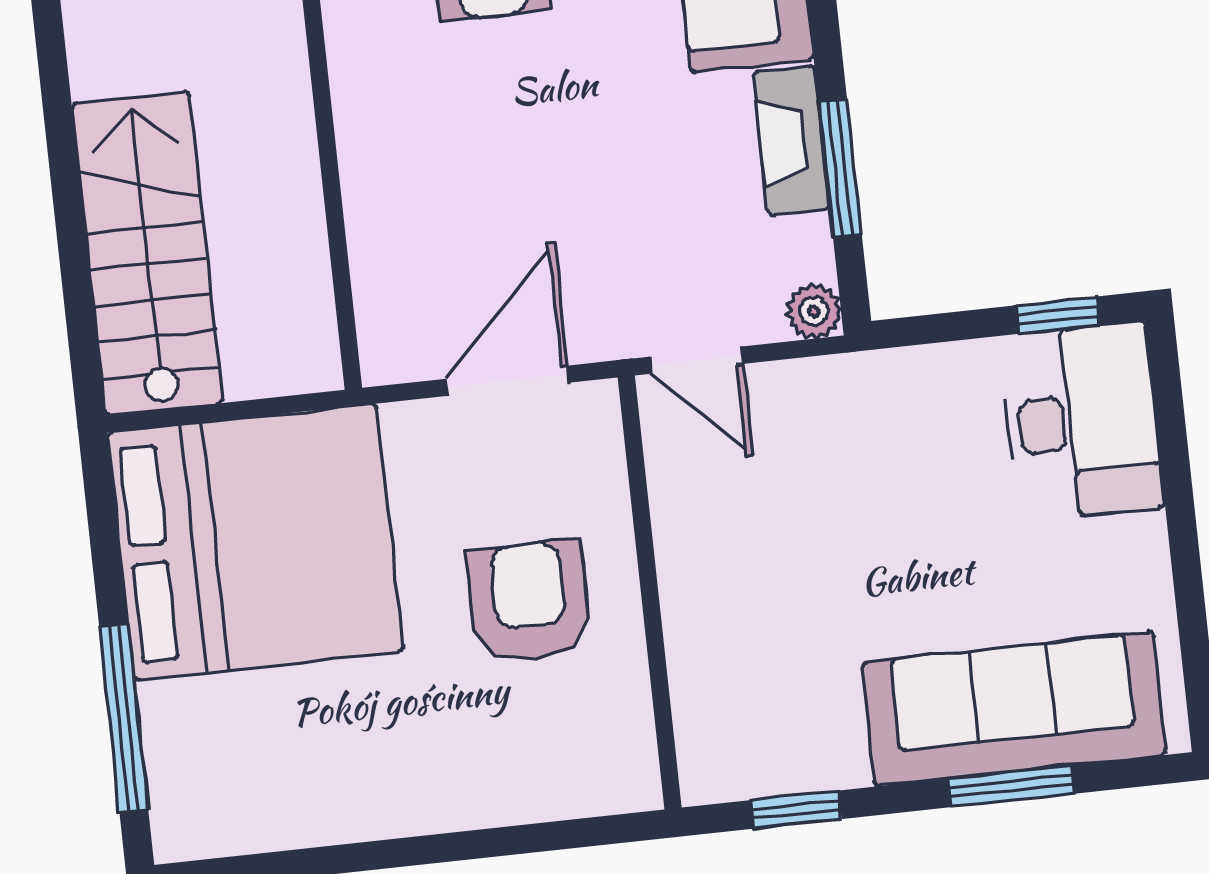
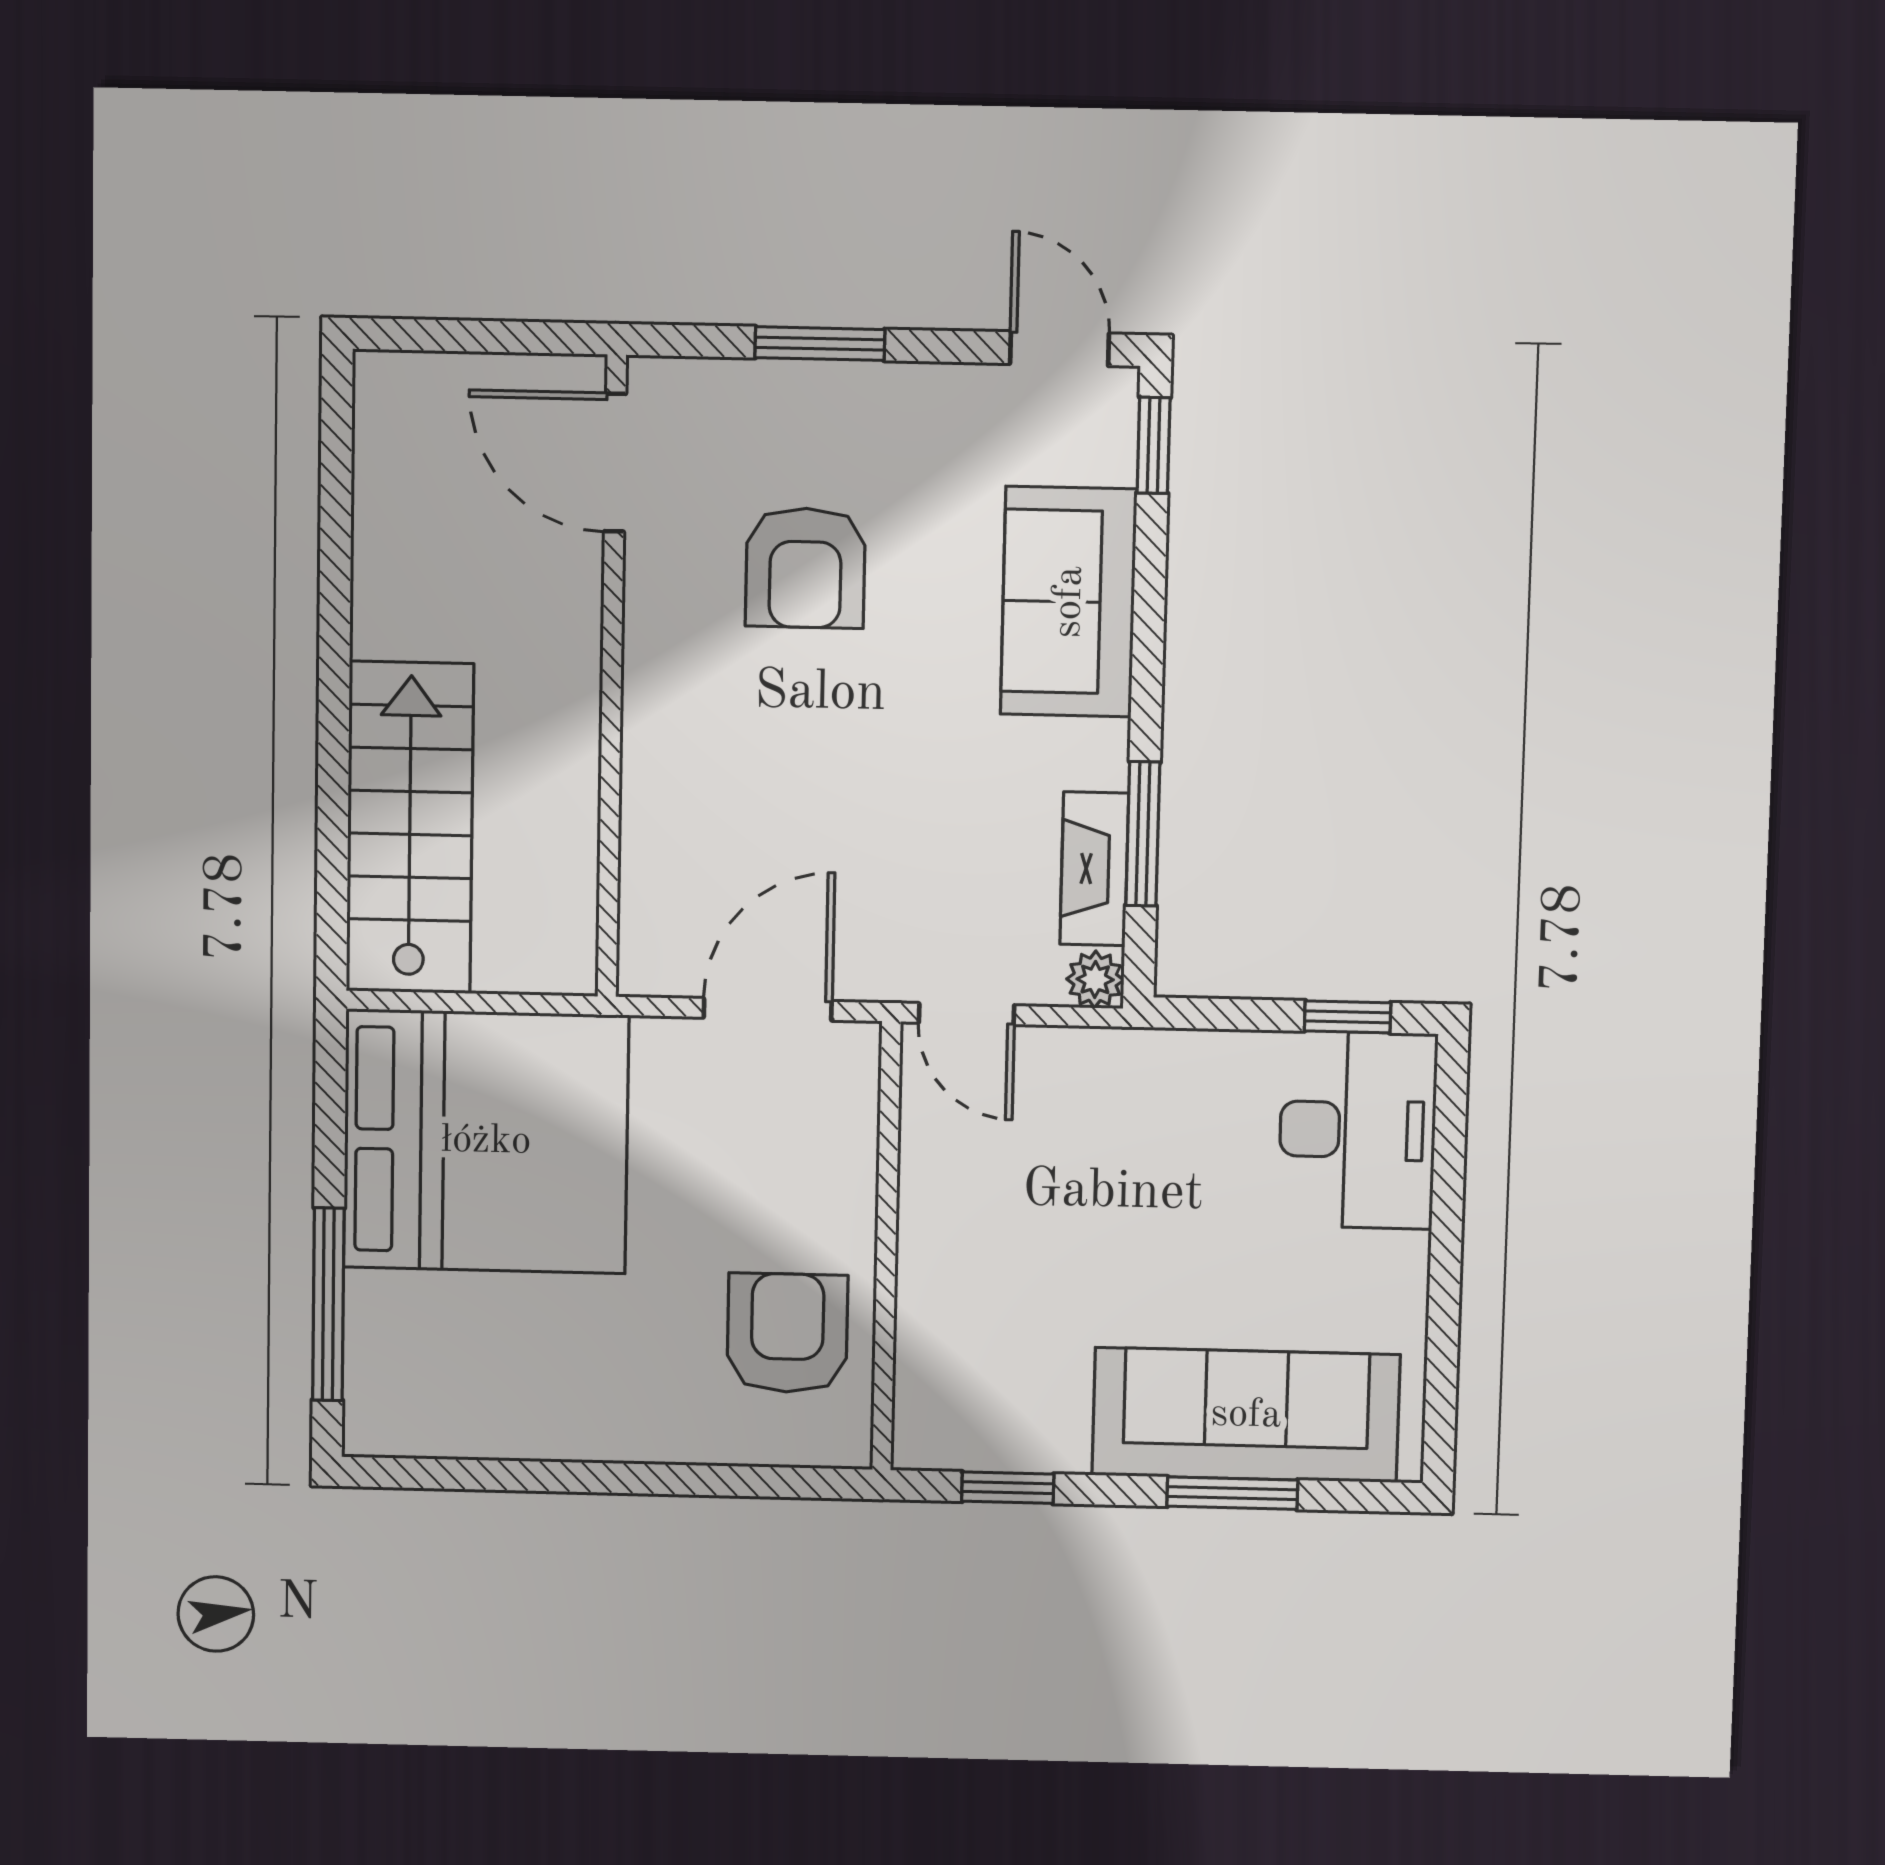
fireplace: (792, 141) -> (1094, 869), moved
armchair: (529, 601) -> (787, 1333), moved

